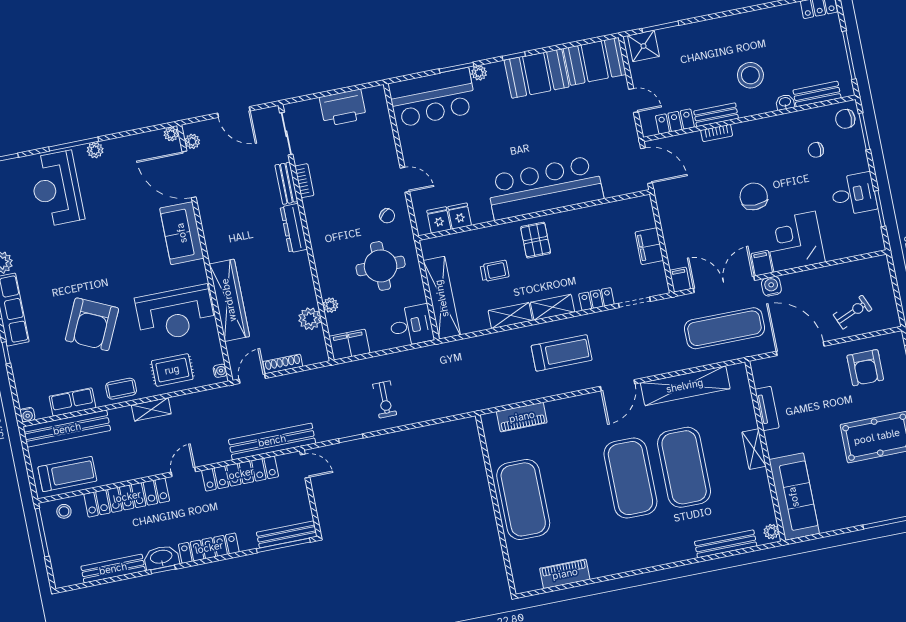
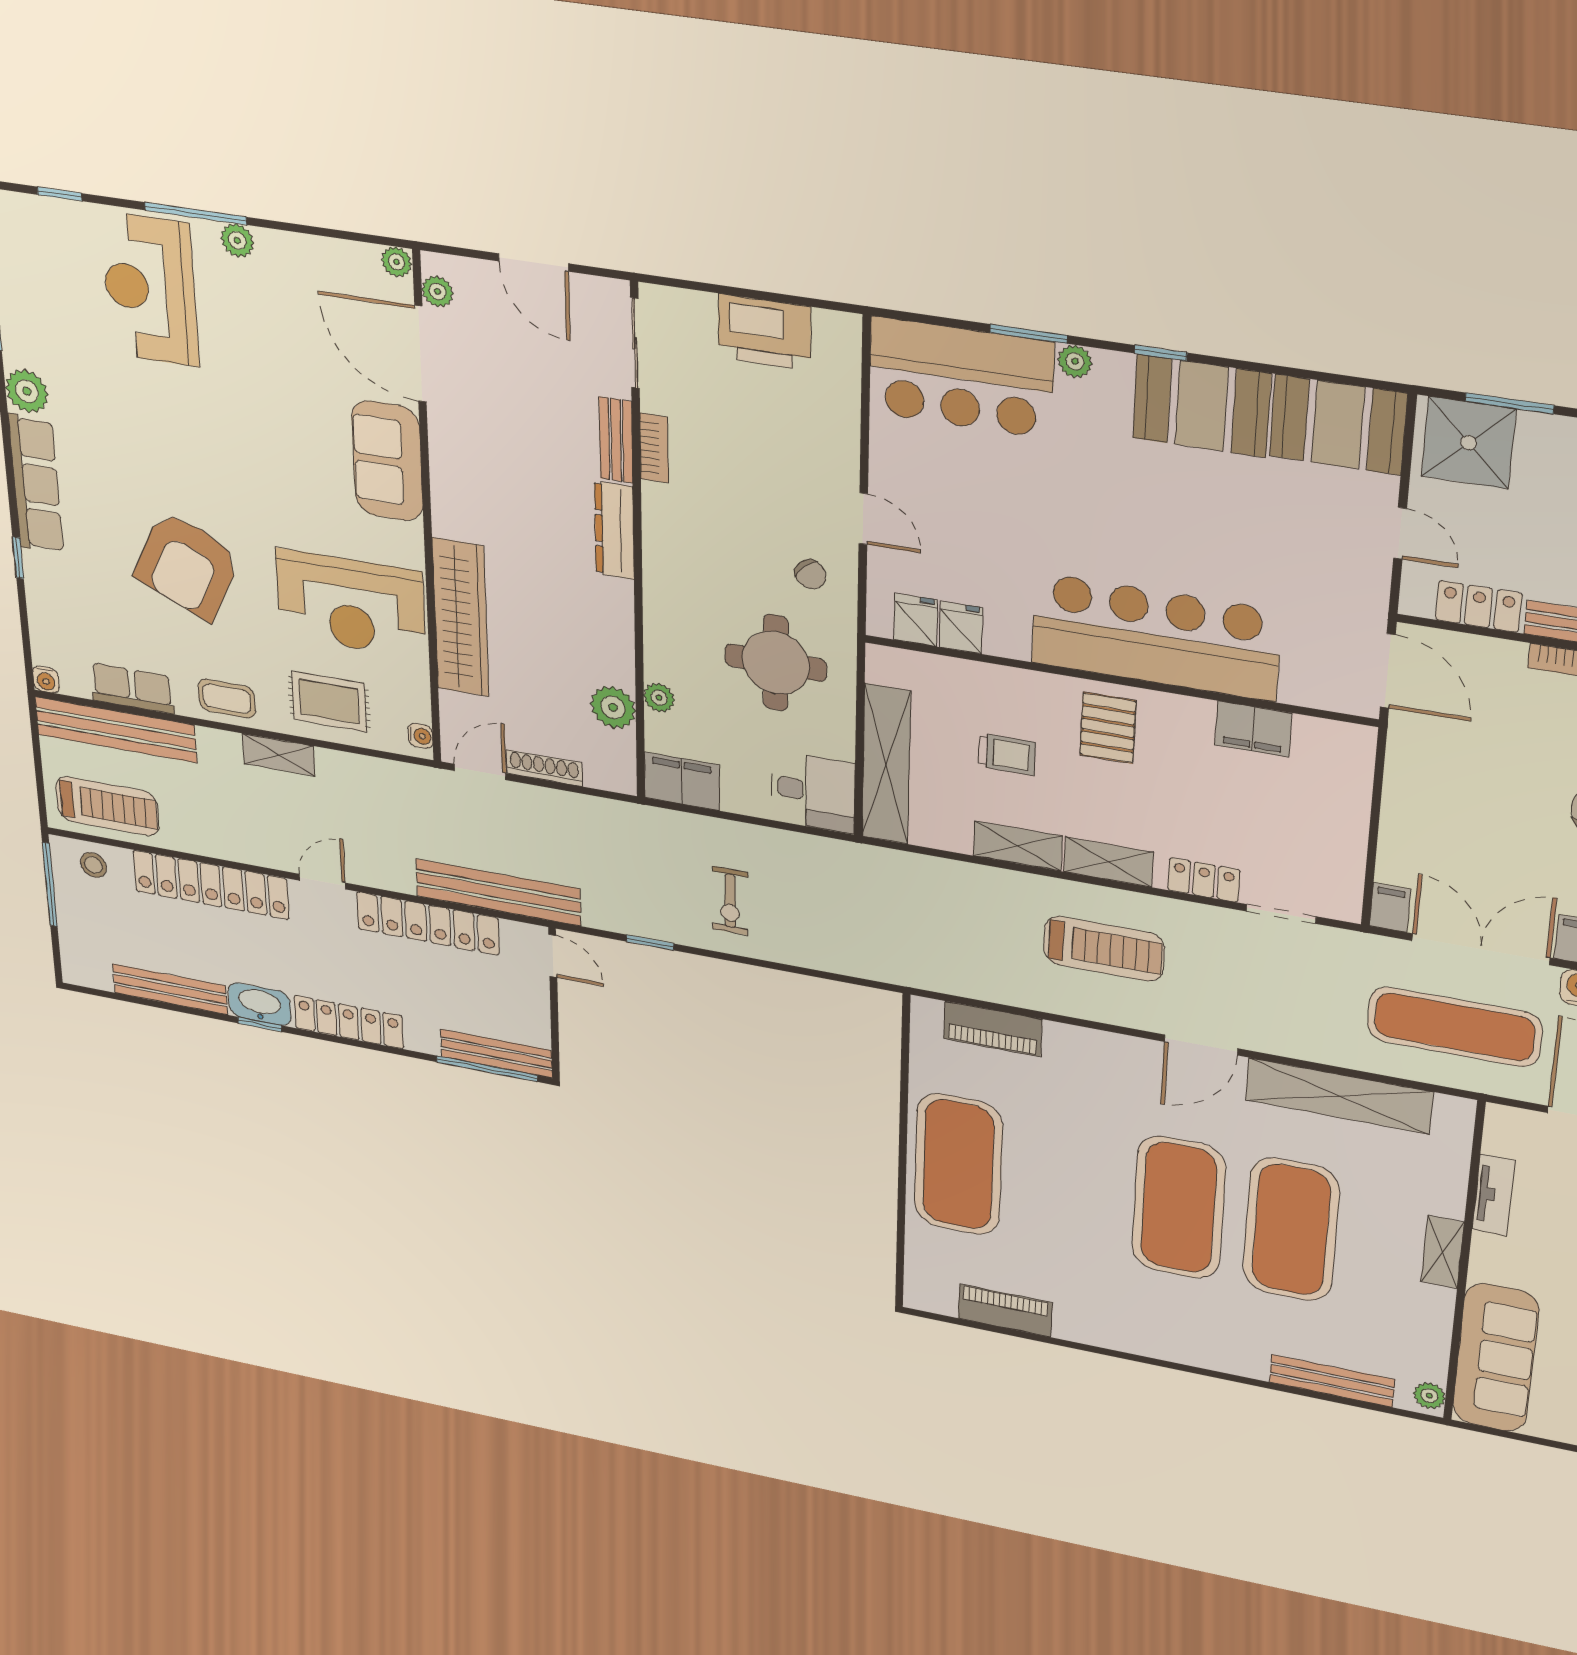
shower: (644, 46) -> (1469, 443), width x1.36, depth x1.36
filing cabinet: (649, 246) -> (1253, 729), moved, turned -90

